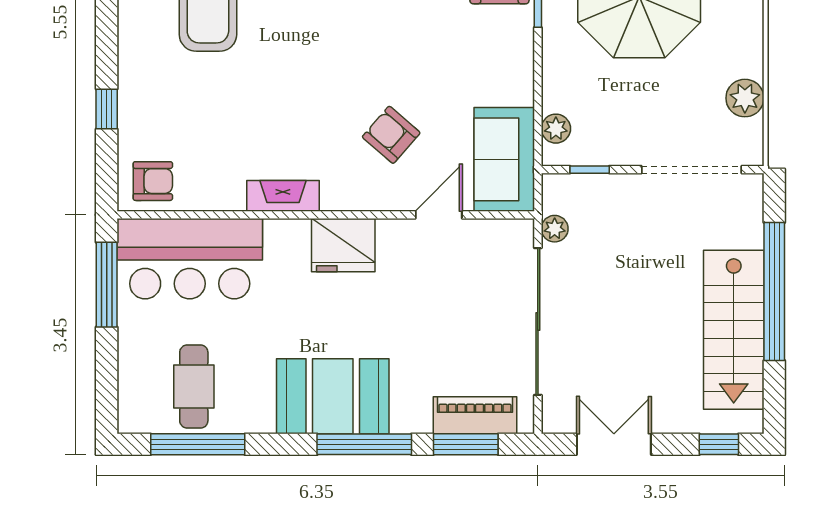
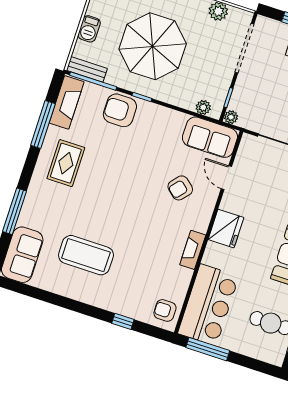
armchair: (153, 181) -> (165, 310), turned -90
plant: (555, 229) -> (231, 117), moved

